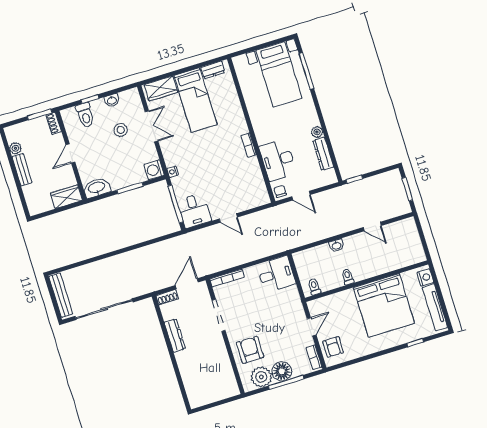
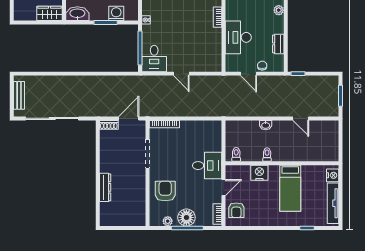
plant: (317, 132) -> (279, 10), moved
dresser: (323, 154) -> (278, 44), width x0.70
washing machine: (154, 170) -> (116, 13), moved, turned 90
chair: (280, 191) -> (262, 66), moved
desk: (276, 274) -> (207, 166), moved
bench: (61, 295) -> (19, 95), width x0.73
nightstand: (346, 299) -> (259, 173), added
bed: (384, 305) -> (290, 188), width x0.49
dresser: (175, 336) -> (105, 187), moved
plant: (261, 377) -> (168, 221), width x0.53, depth x0.53

